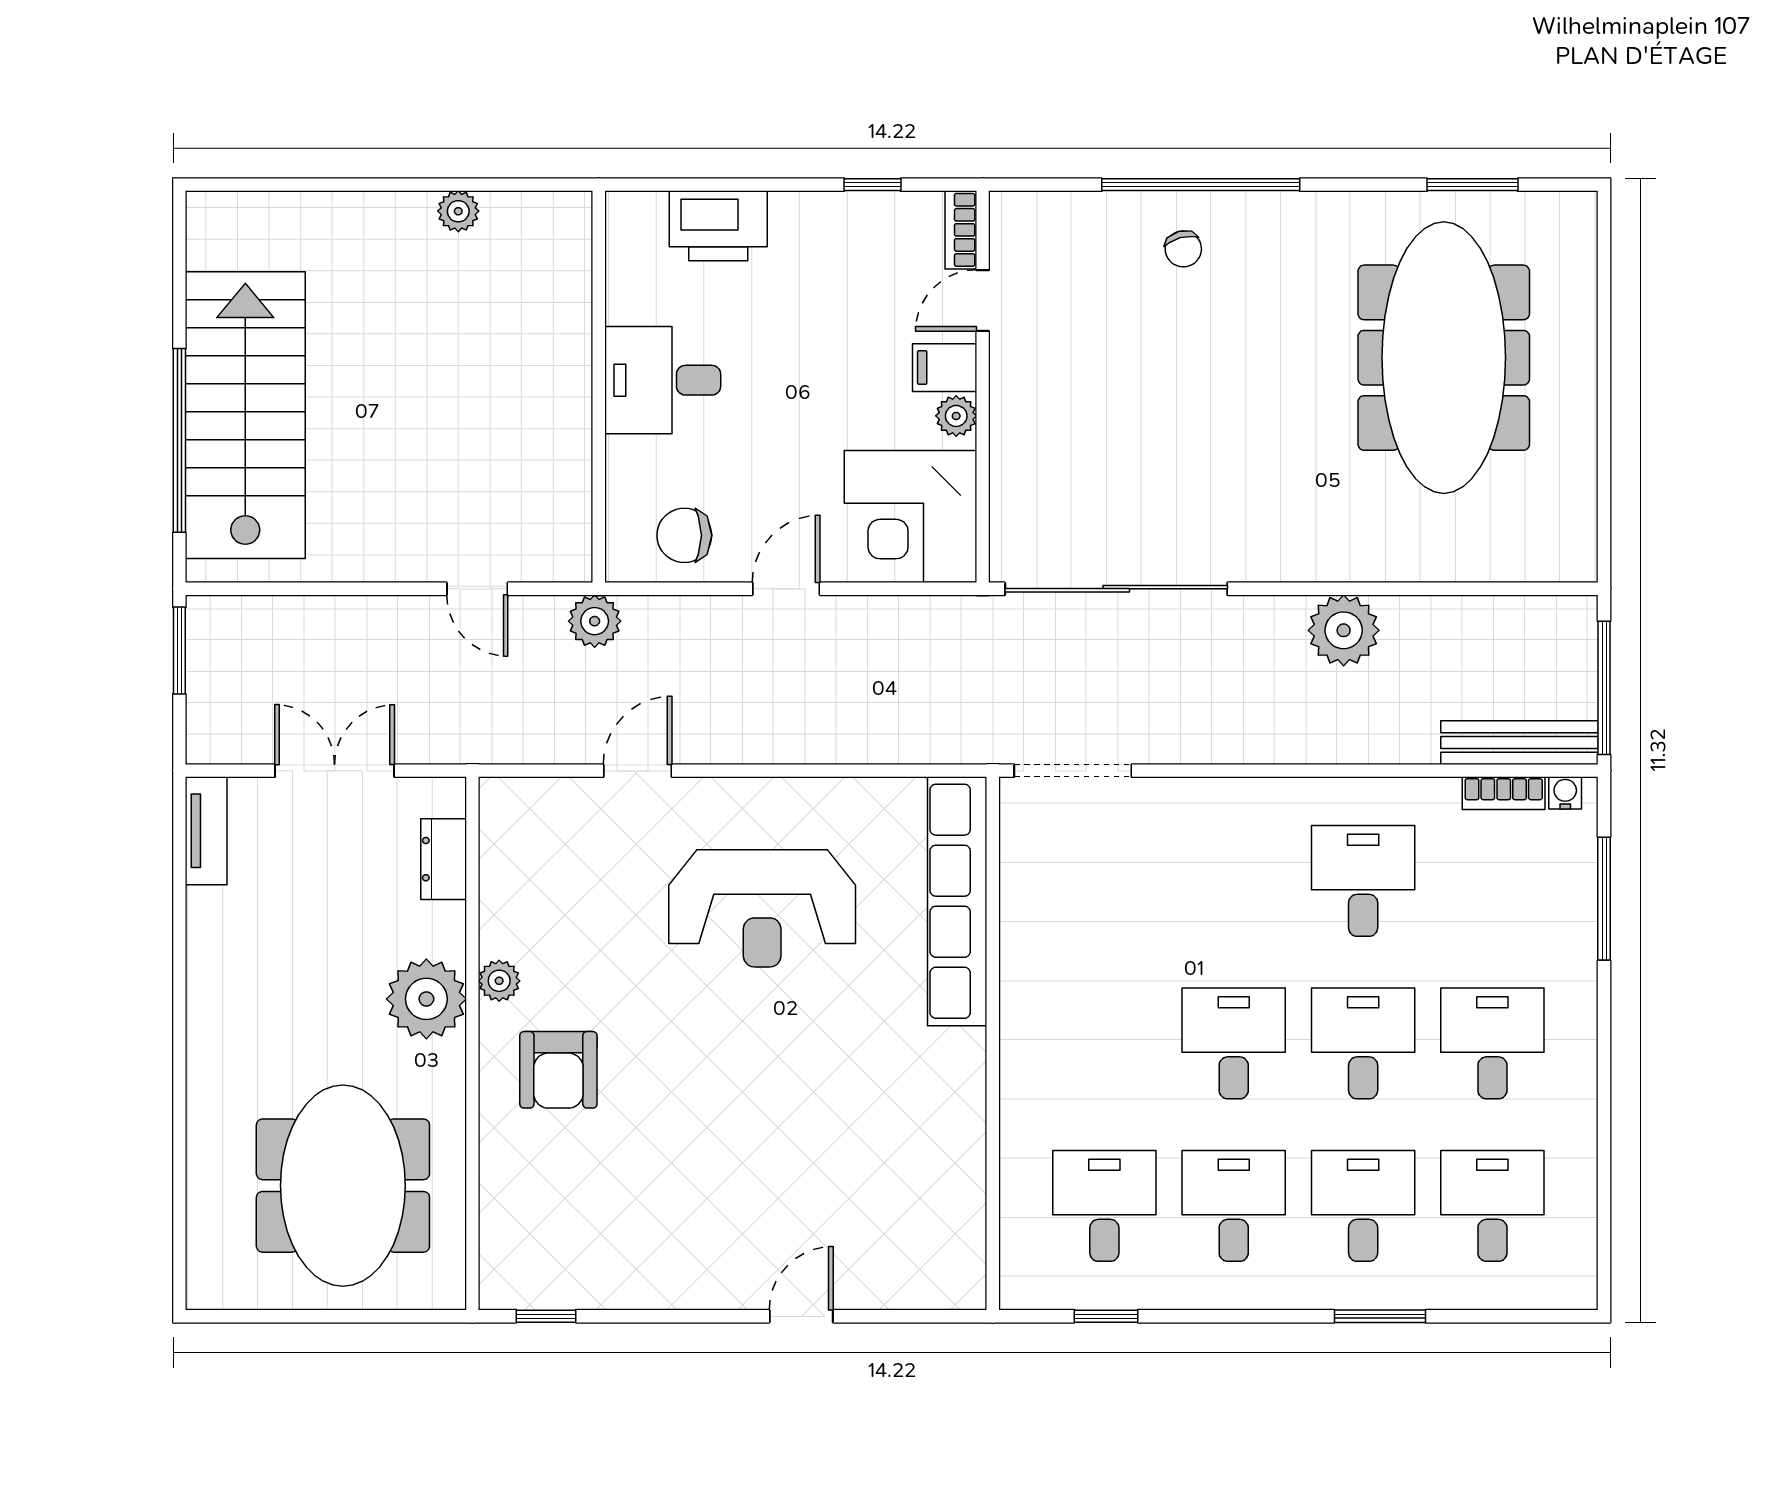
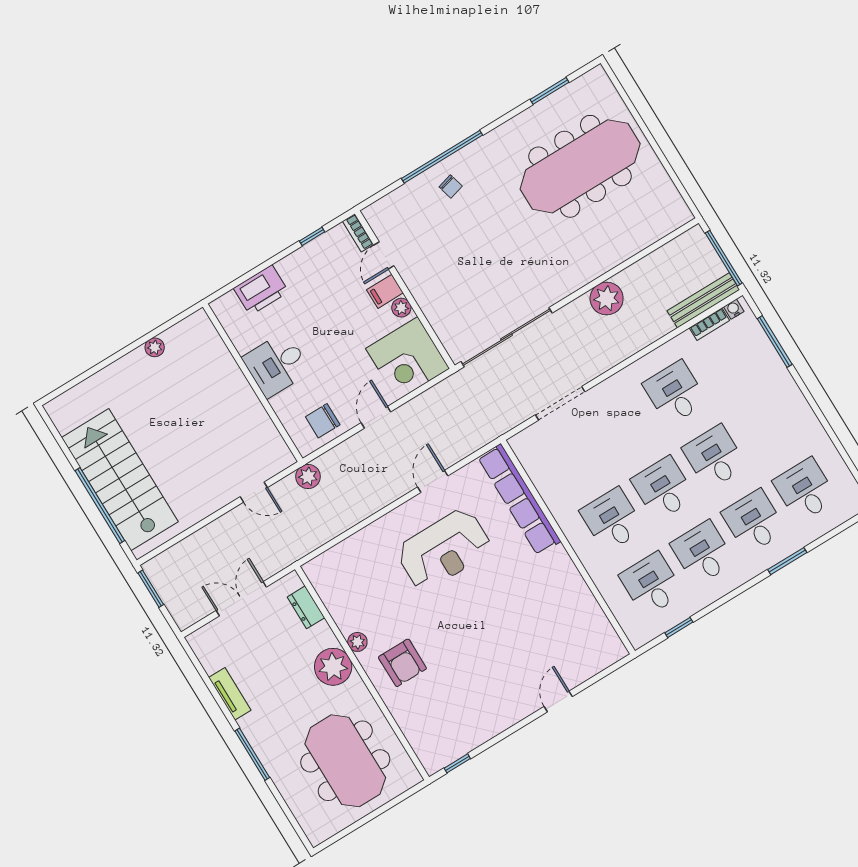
meeting table: (1444, 358) -> (580, 166), turned 90
door: (638, 771) -> (433, 481), moved
doorway: (1073, 771) -> (560, 403), moved
tv unit: (206, 831) -> (230, 694), moved
desk: (1492, 1043) -> (612, 520), moved
window: (179, 1069) -> (252, 754), added

